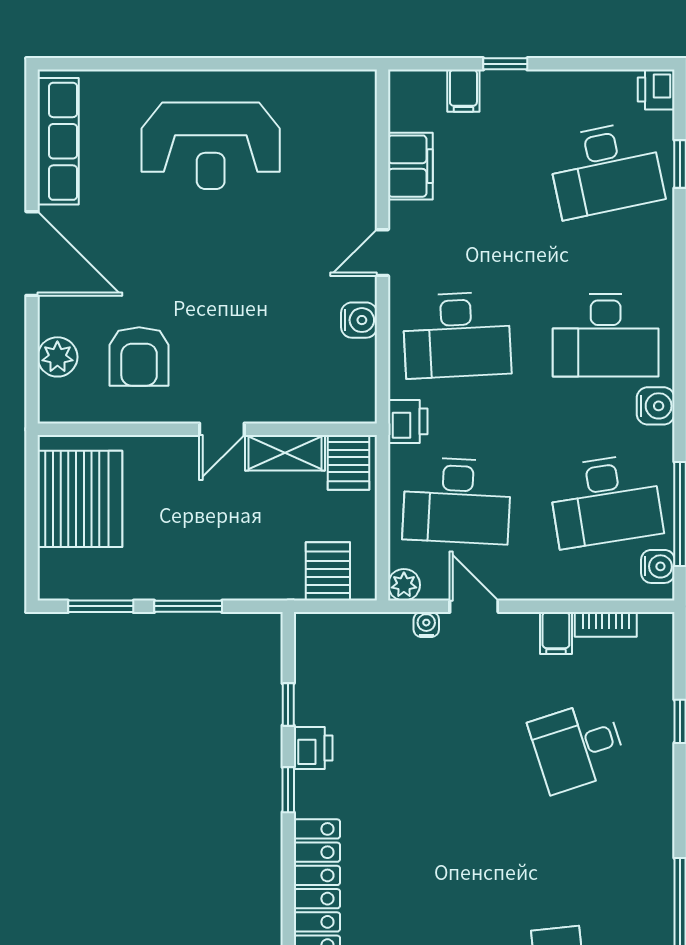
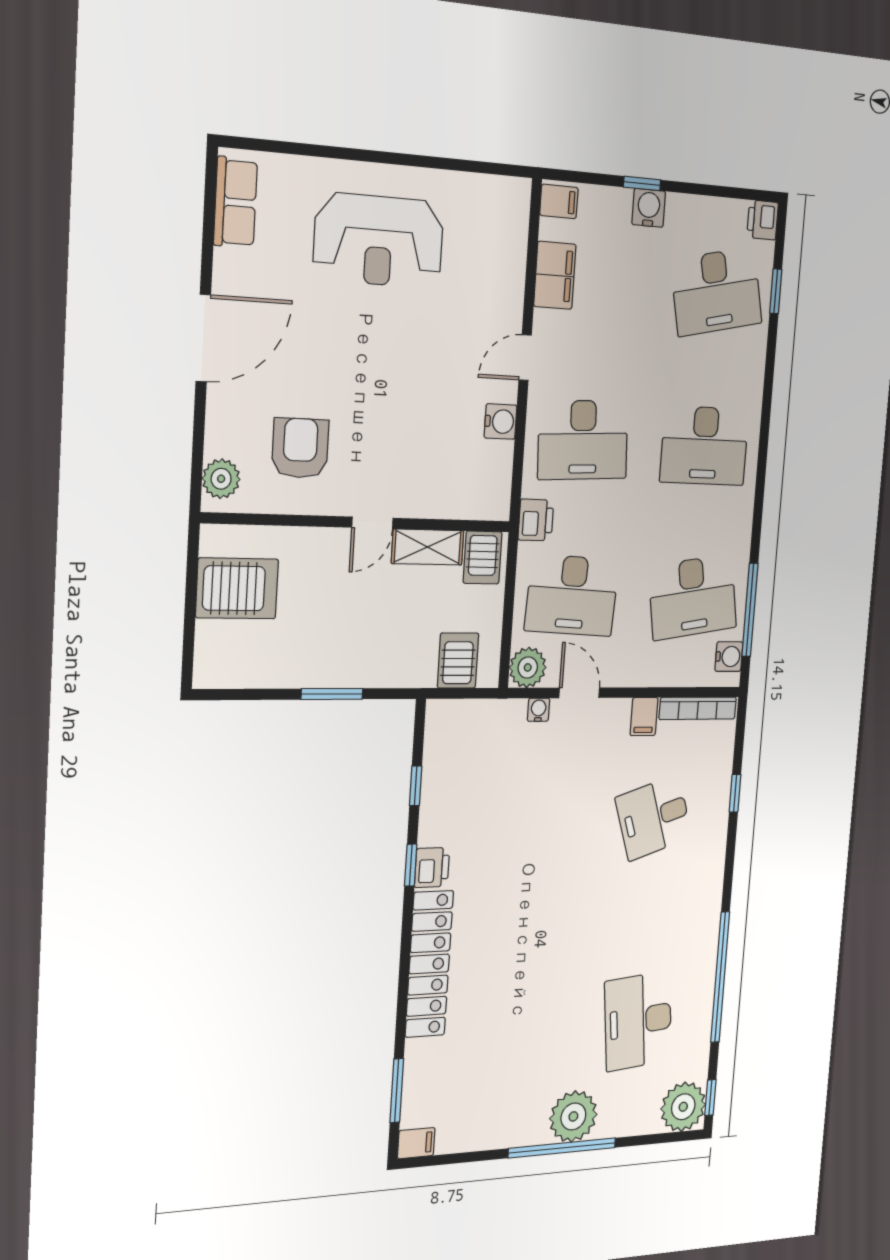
filing cabinet: (463, 91) -> (559, 201), moved, turned -90
row of seats: (58, 141) -> (235, 202), width x0.68
door: (32, 254) -> (203, 338), hinge flipped
armchair: (139, 356) -> (300, 448), turned 180
plant: (57, 357) -> (221, 479), moved
water cooler: (656, 406) -> (649, 208), moved, turned -90
server rack: (80, 499) -> (237, 588), width x0.62
plant: (404, 585) -> (528, 667), width x1.38, depth x1.38
window: (101, 606) -> (251, 694), removed
bookcase: (606, 624) -> (698, 708), width x1.56
printer: (313, 748) -> (432, 867), moved

